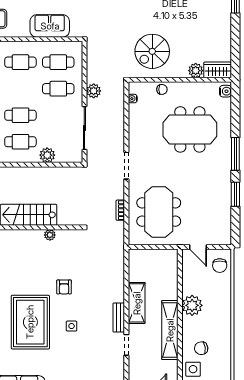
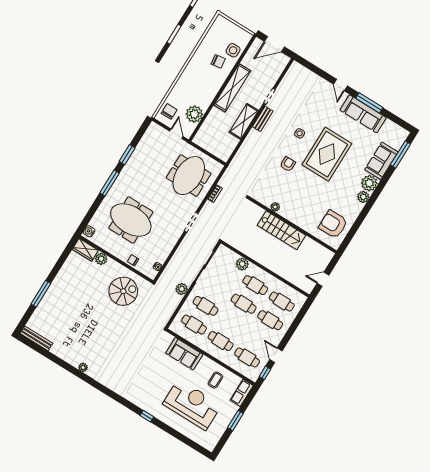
plant: (192, 305) -> (194, 114), moved

